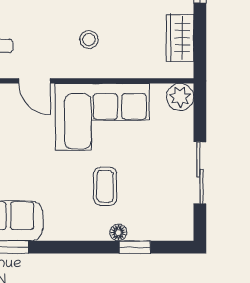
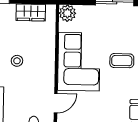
stool: (89, 40) -> (17, 61), moved

